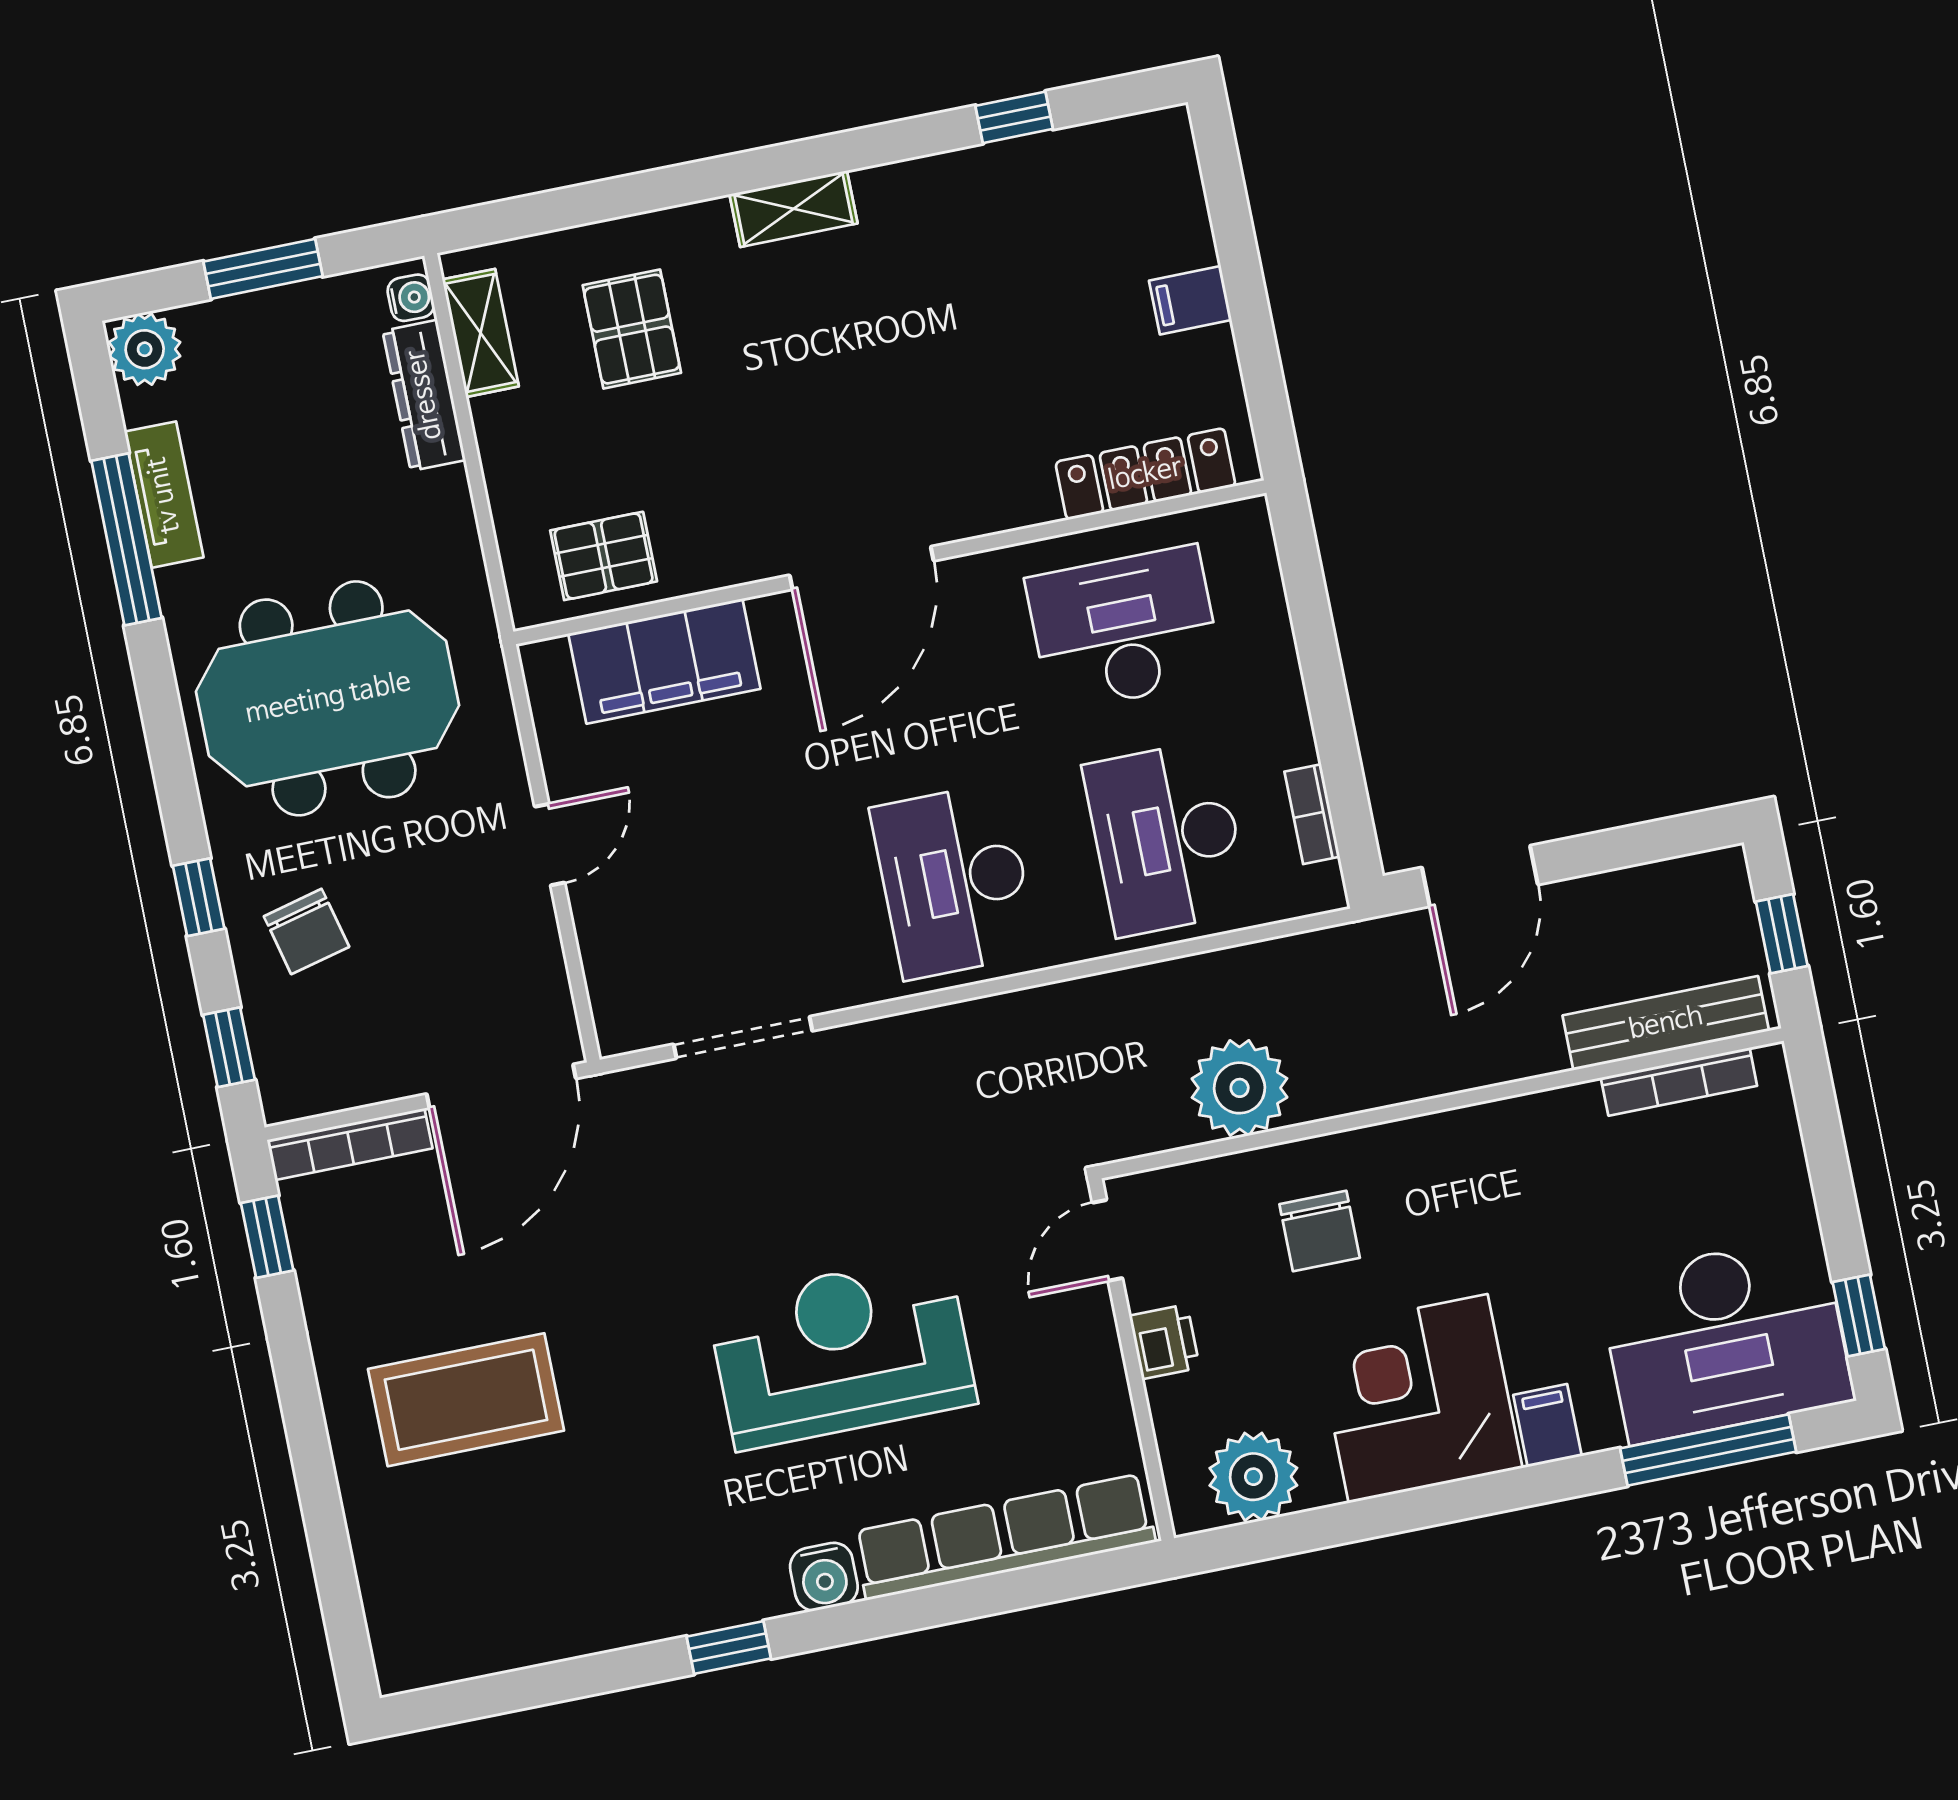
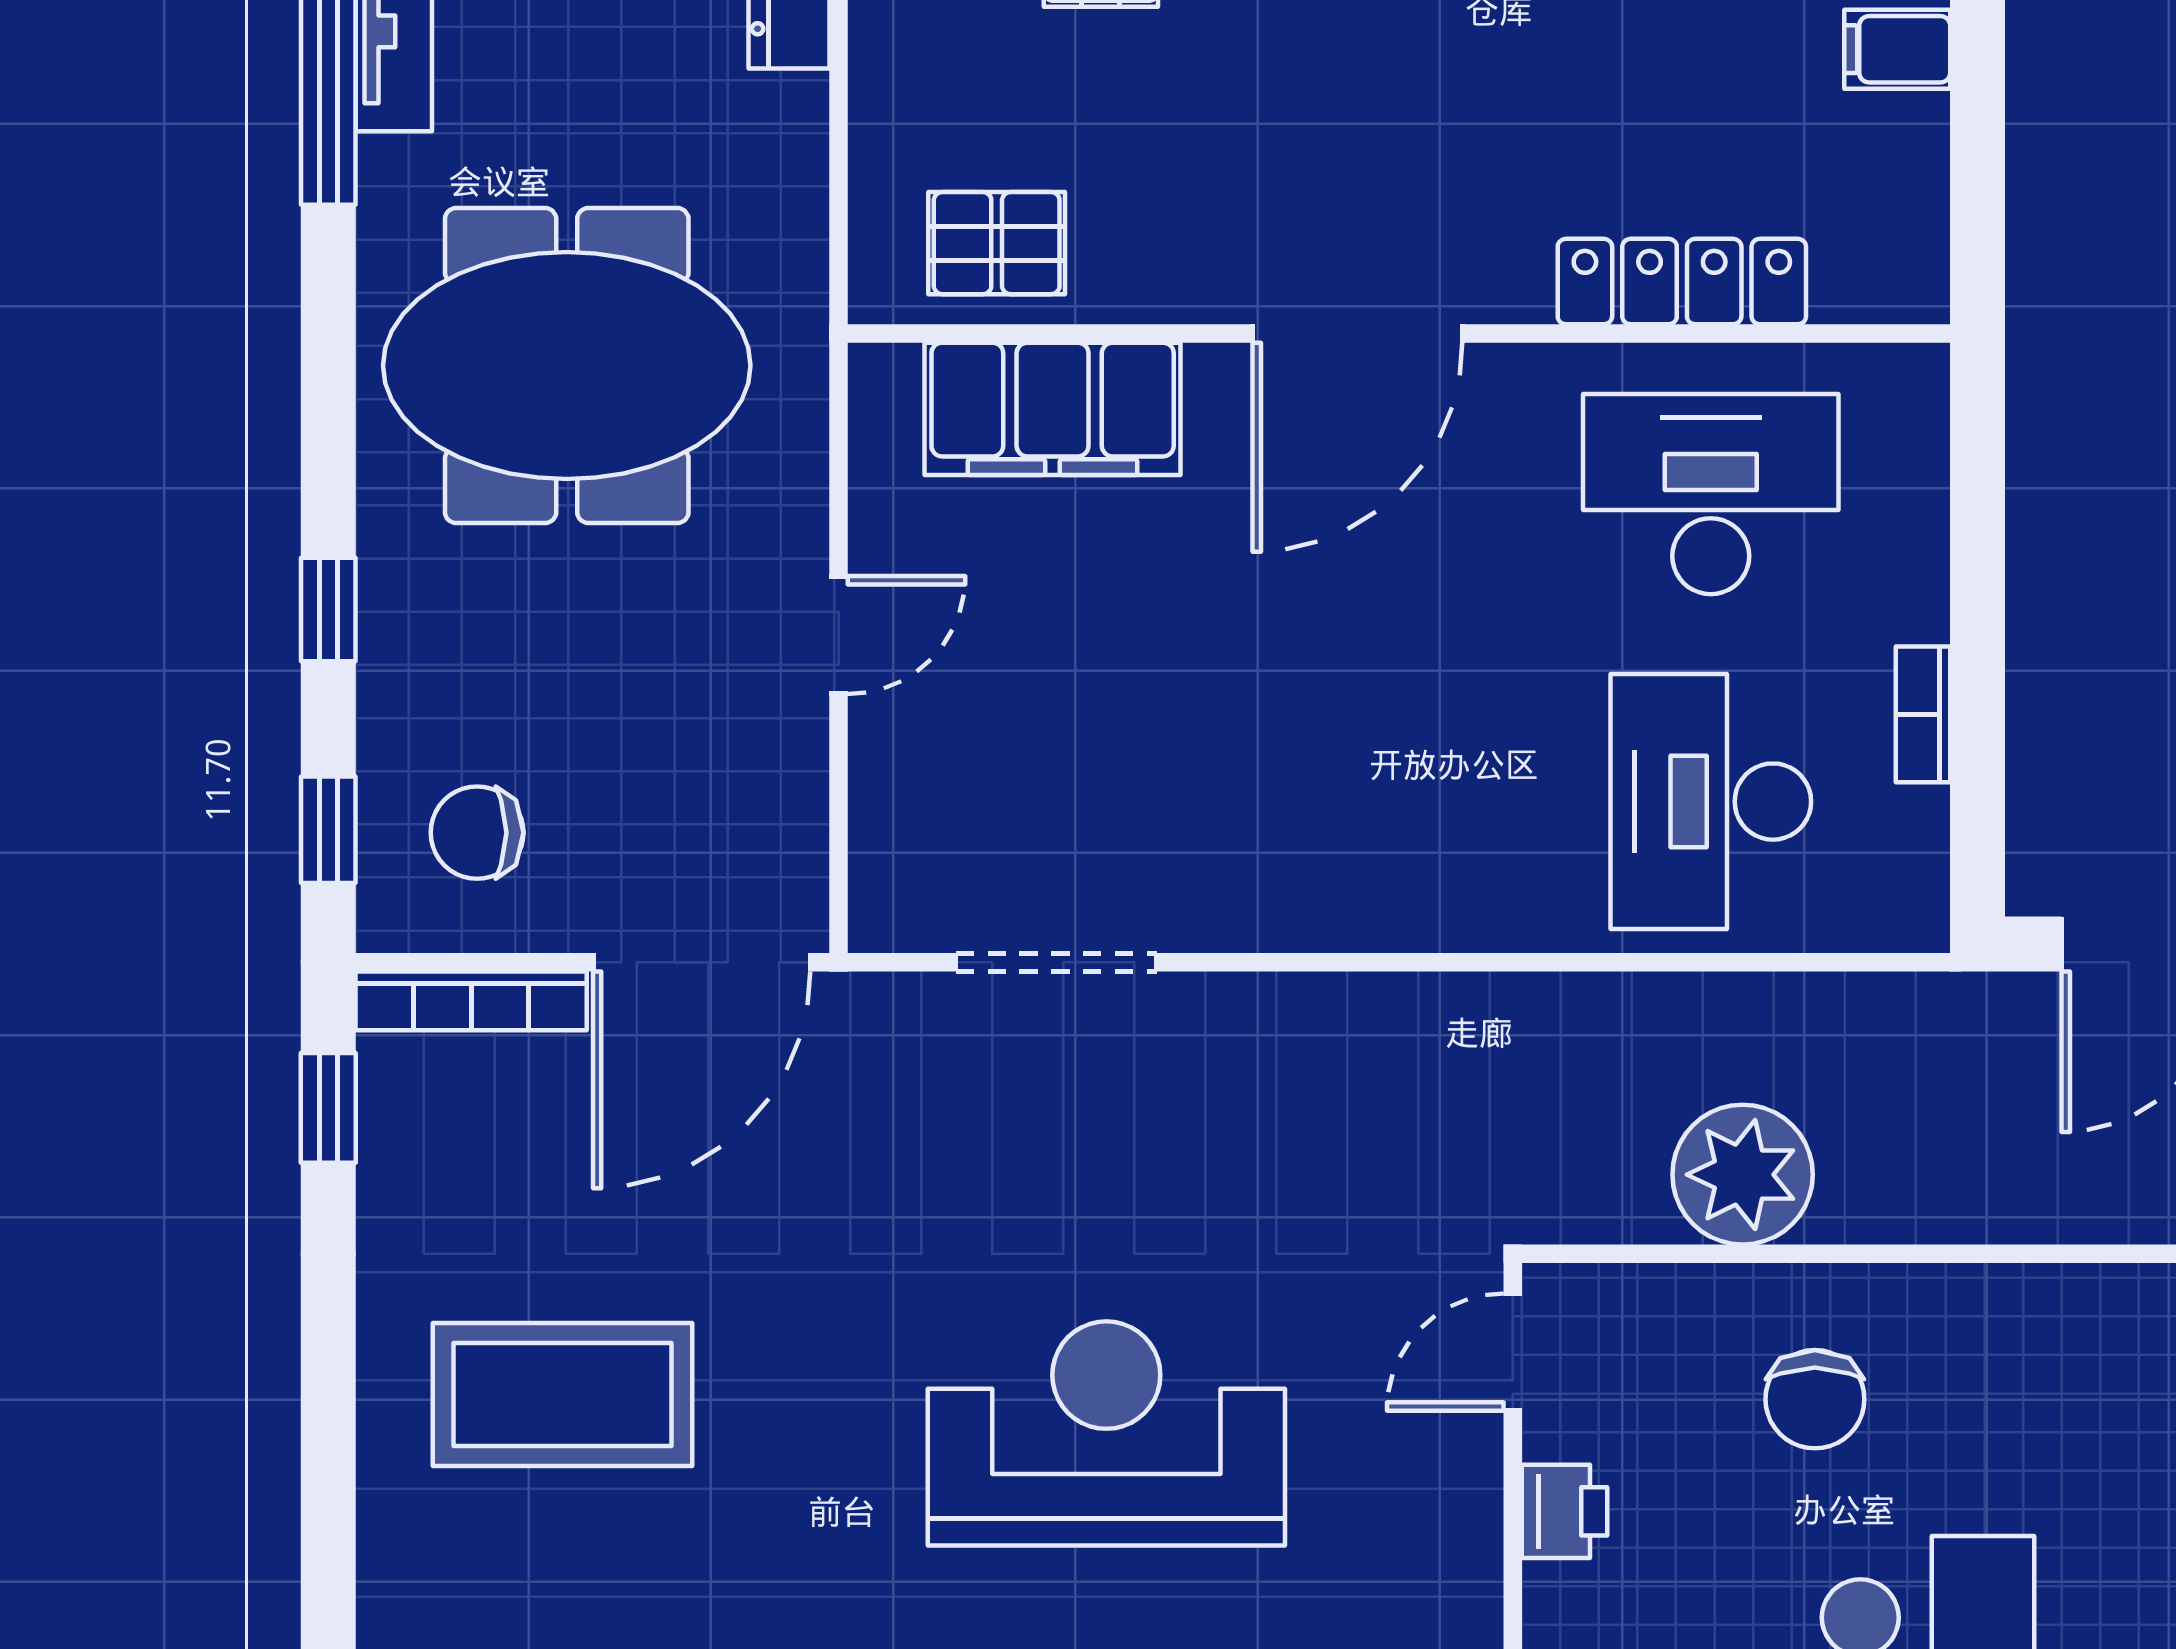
locker: (1145, 474) -> (1682, 282), moved
bookcase: (1312, 814) -> (1923, 714), moved
desk: (954, 881) -> (1399, 802), removed
chair: (306, 932) -> (477, 833), moved, turned 104

